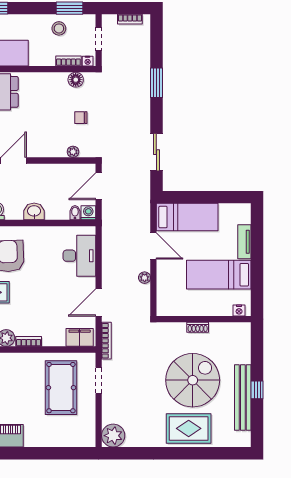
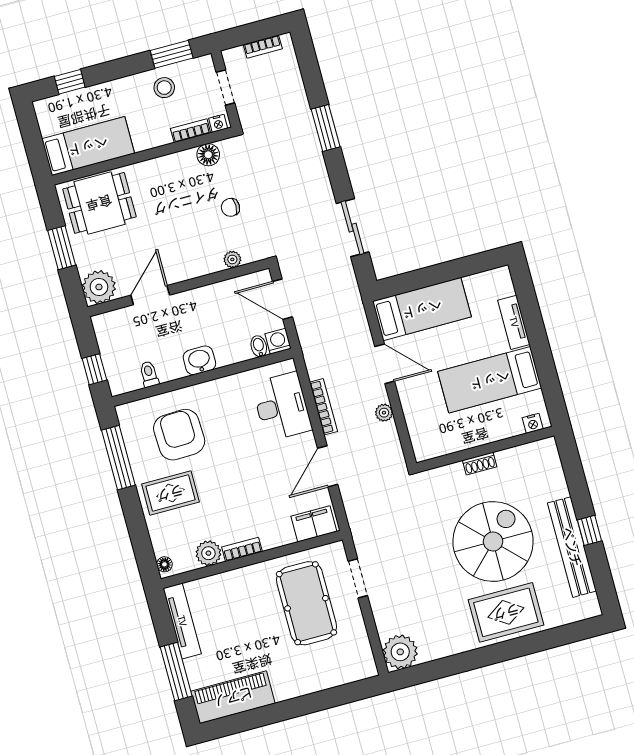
door: (99, 186) -> (283, 299), hinge flipped
bookcase: (106, 341) -> (324, 407), moved

